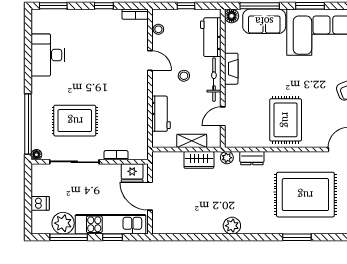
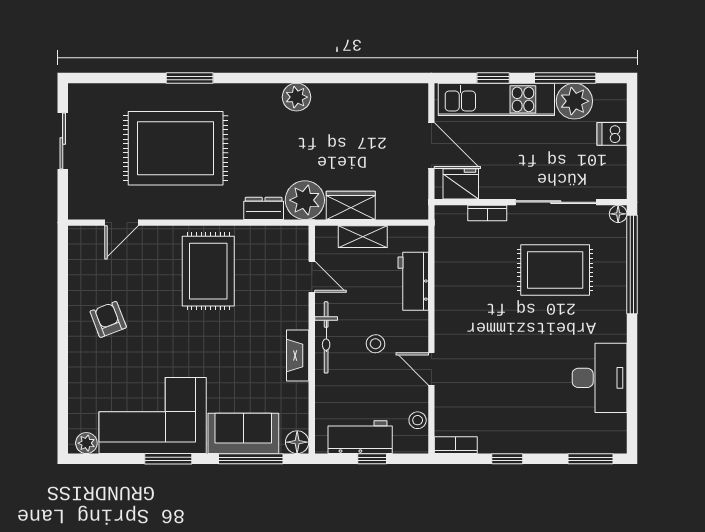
workbench: (211, 37) -> (360, 437), moved, turned -90
door: (223, 116) -> (312, 277), hinge flipped
plant: (227, 158) -> (305, 200), width x1.87, depth x1.87

